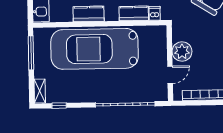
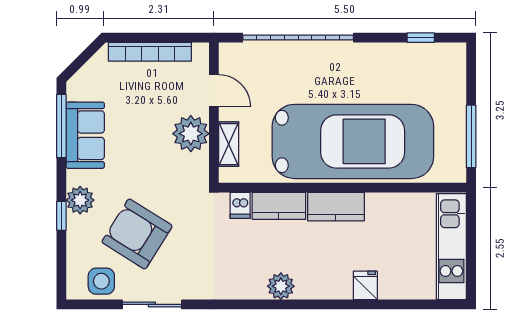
kitchen counter: (89, 14) -> (336, 207), moved
door: (170, 75) -> (214, 91), swing flipped
shelving: (40, 91) -> (229, 144), moved

